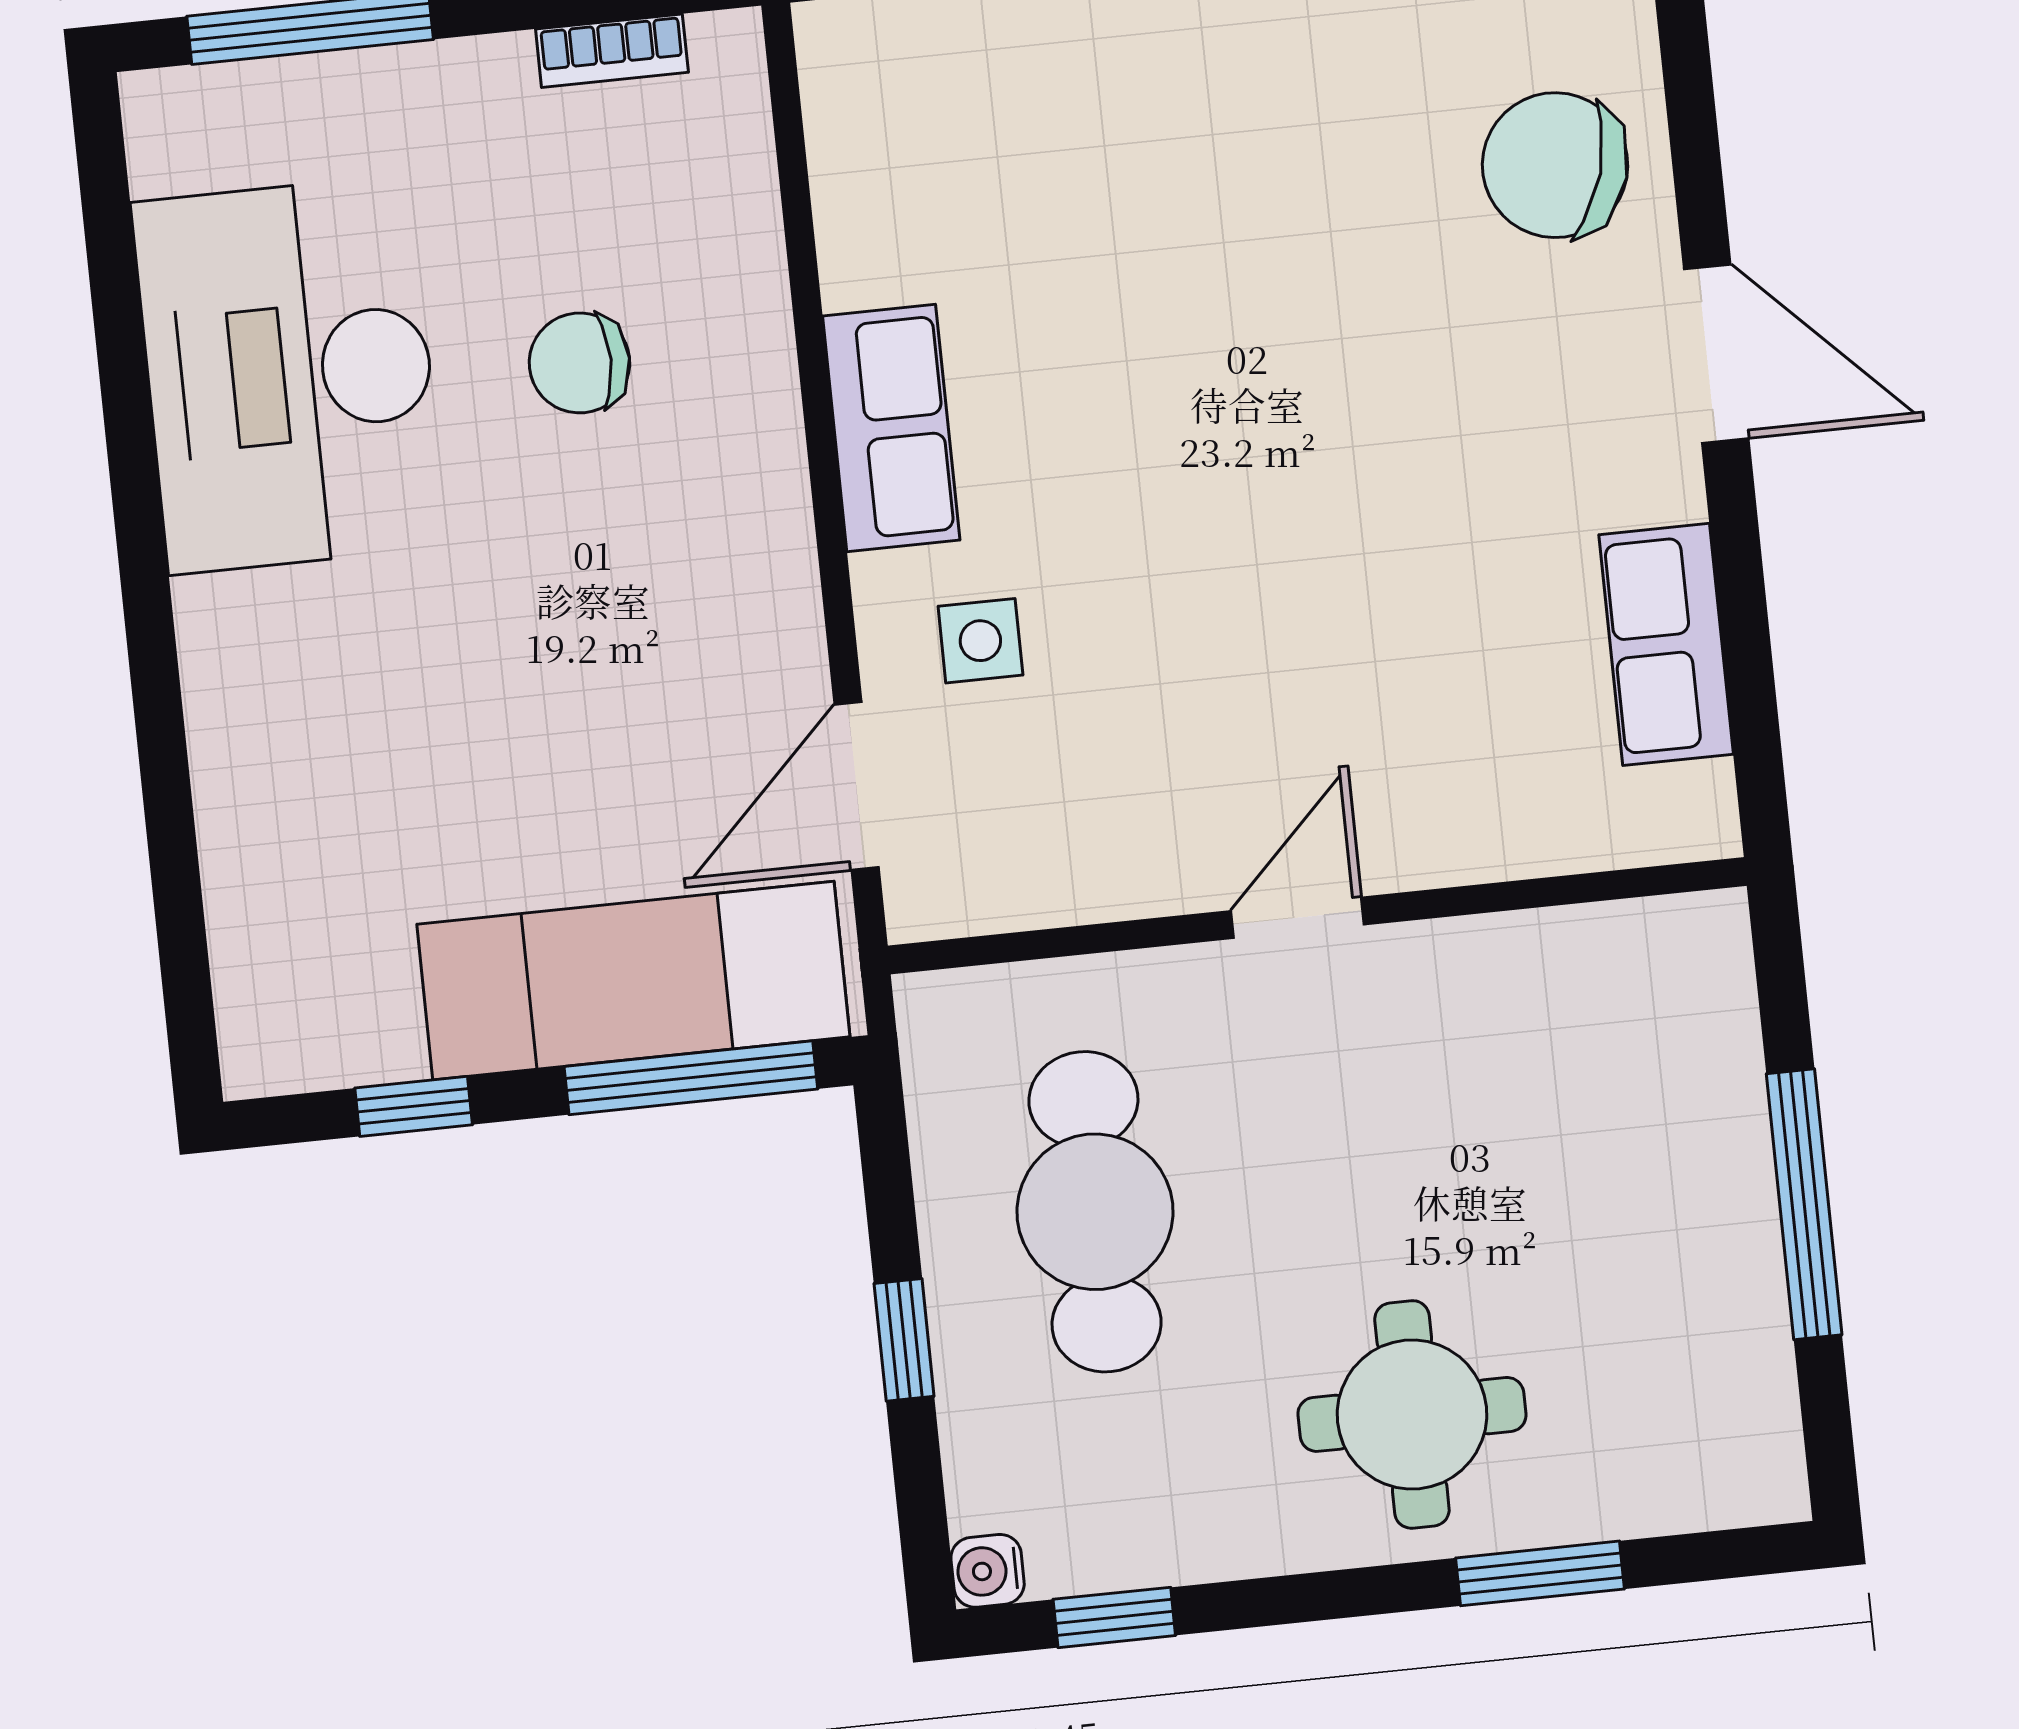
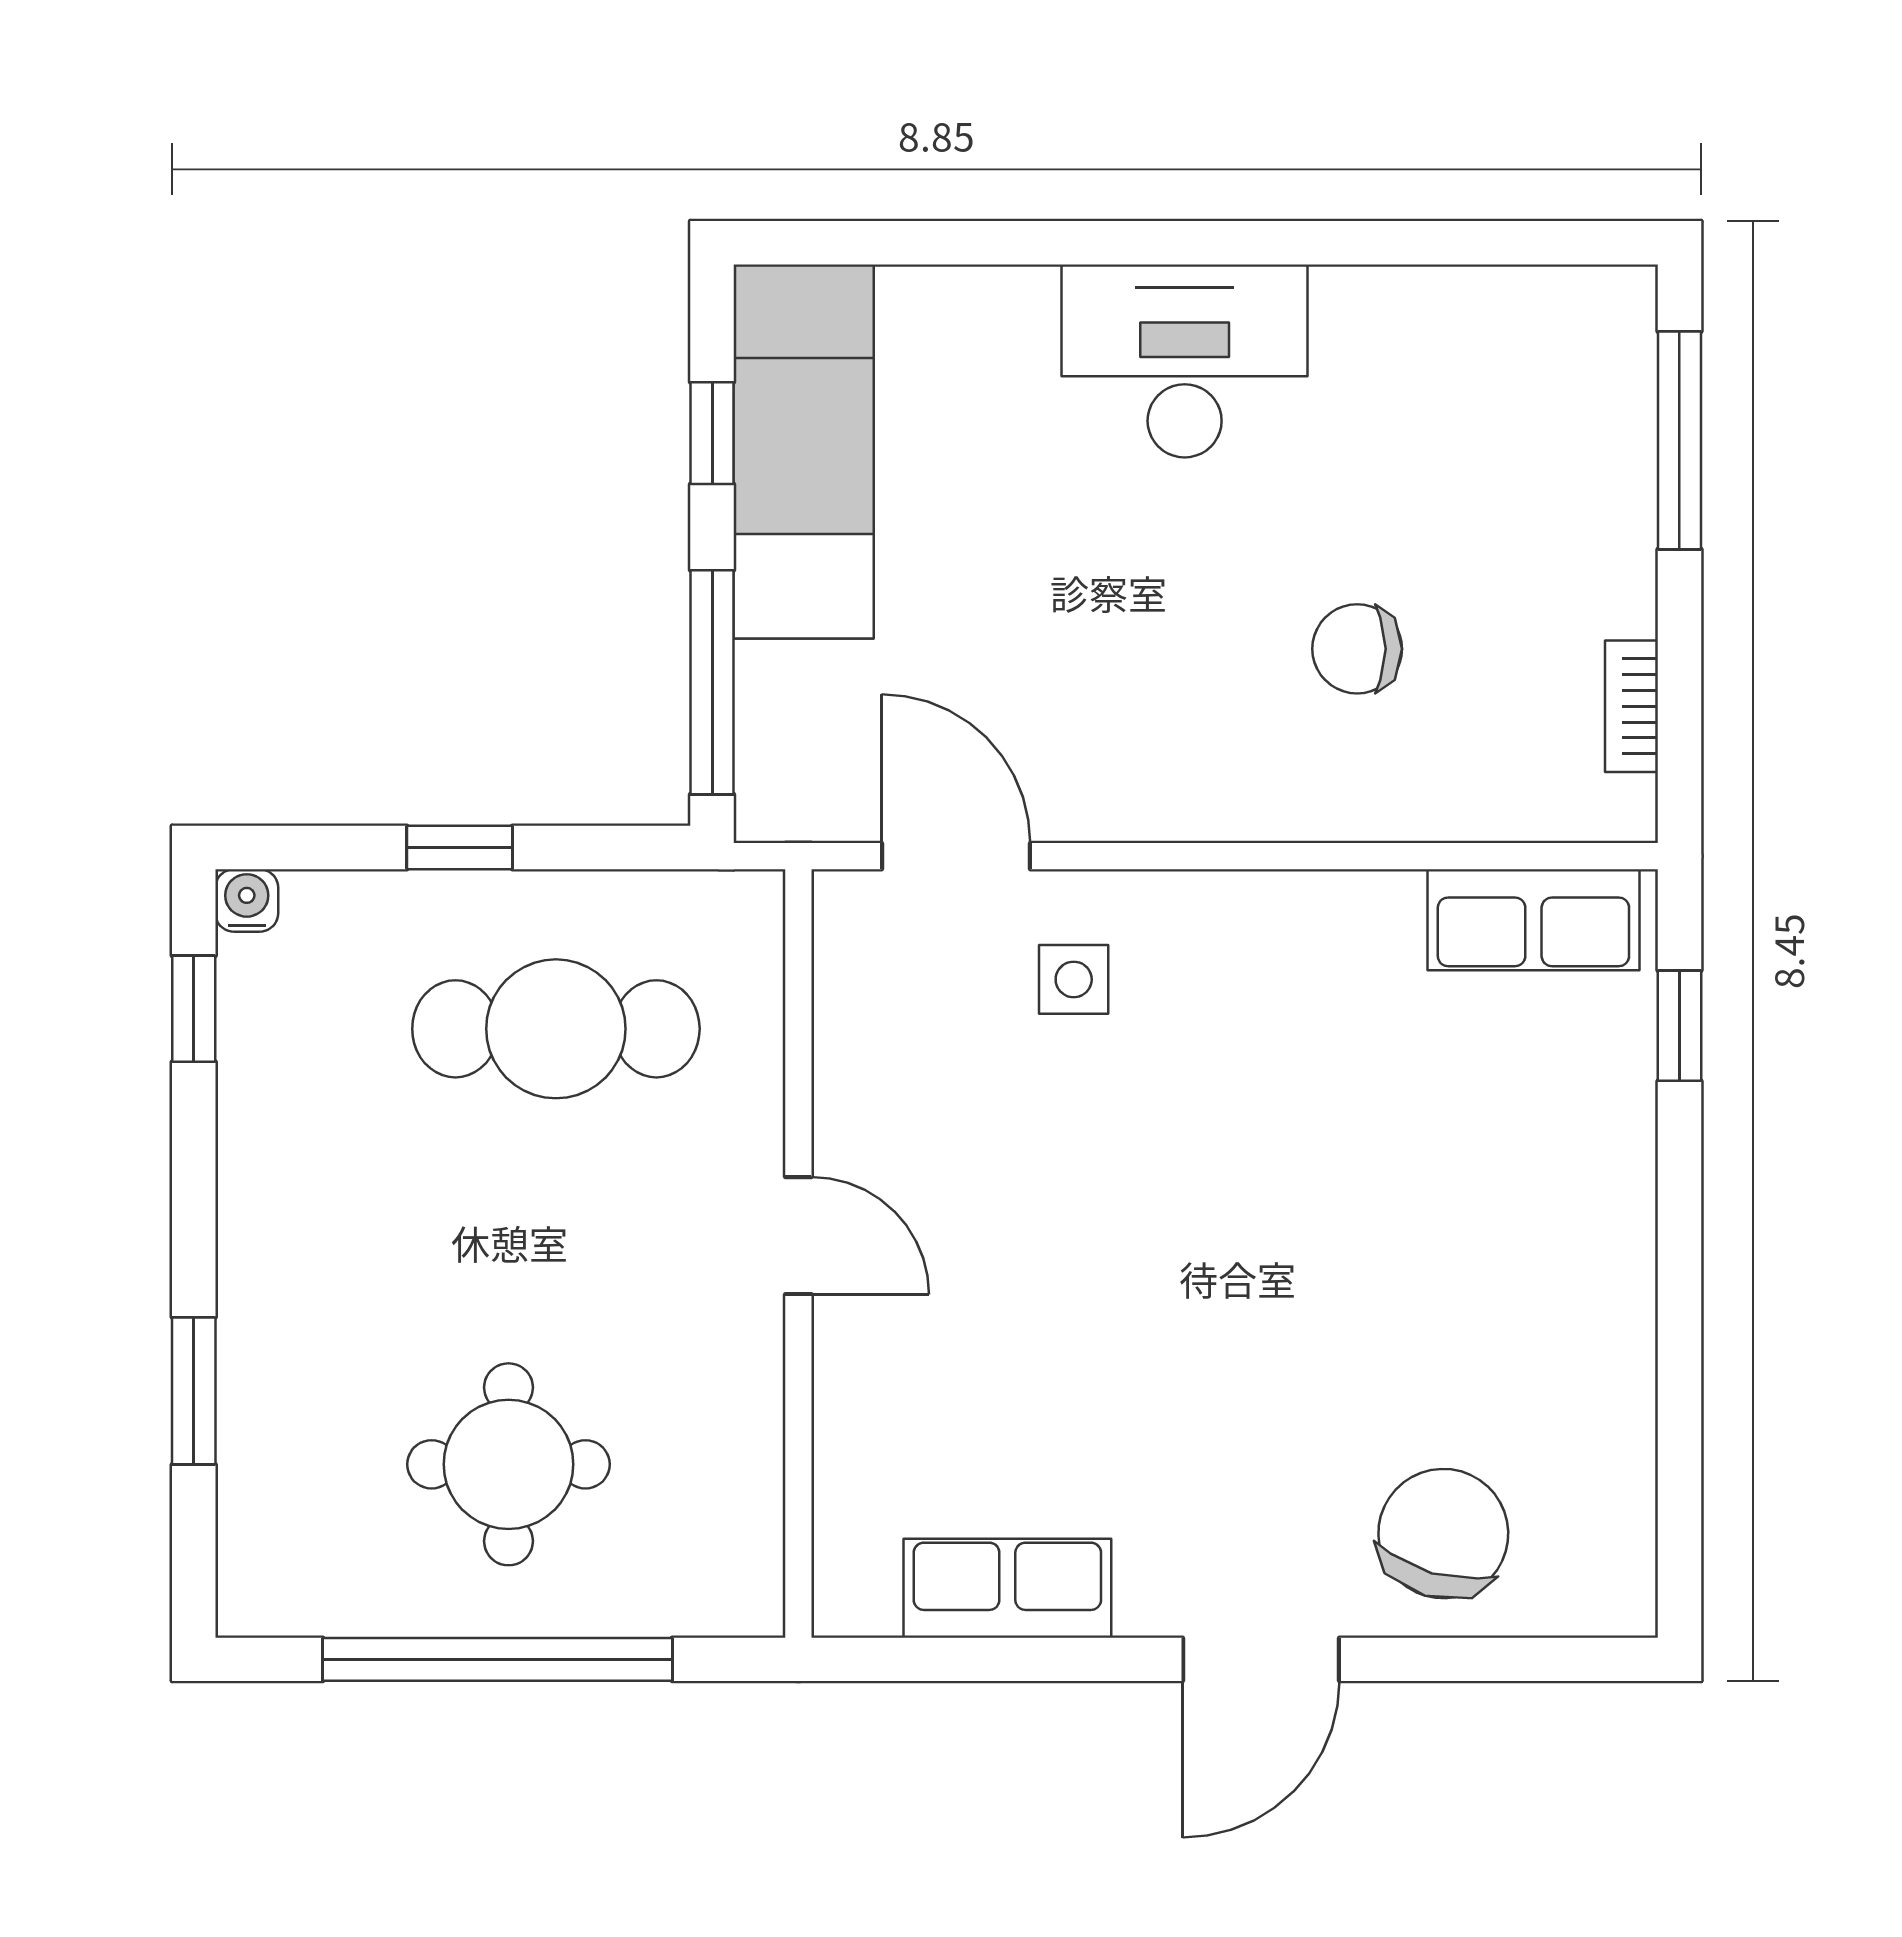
chair: (579, 363) -> (1357, 649), turned -90
desk: (289, 375) -> (1185, 361), moved, width x0.73, depth x0.77
row of seats: (891, 428) -> (1533, 920), moved
exam couch: (633, 981) -> (804, 452), moved
window: (1804, 1204) -> (497, 1659), width x1.46
round table: (1412, 1414) -> (508, 1464), moved

